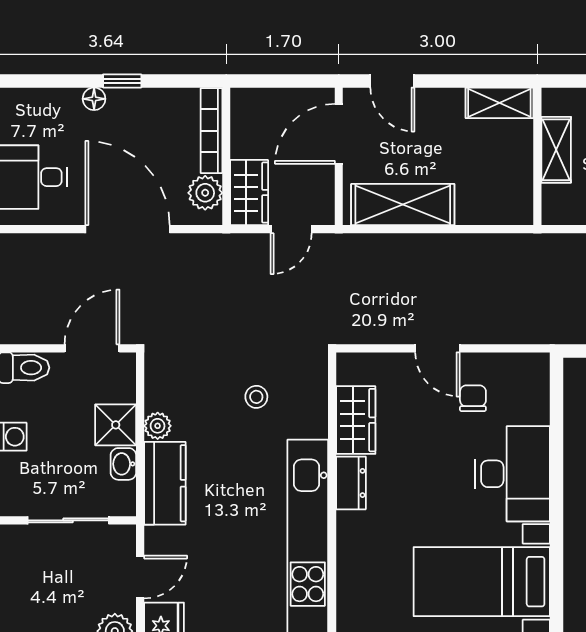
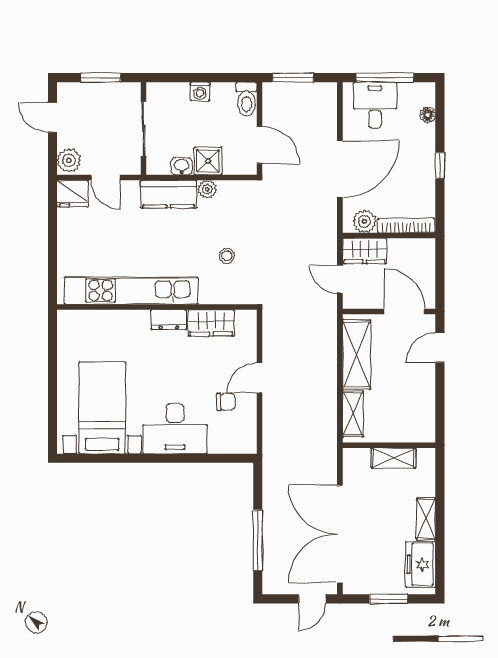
floor lamp: (94, 99) -> (428, 115), moved
shelving: (499, 103) -> (353, 414), moved

